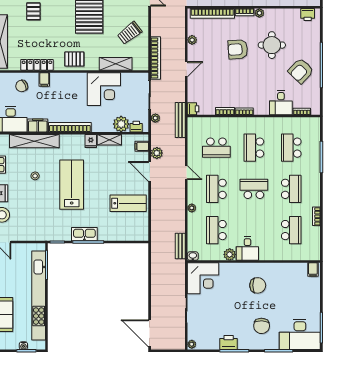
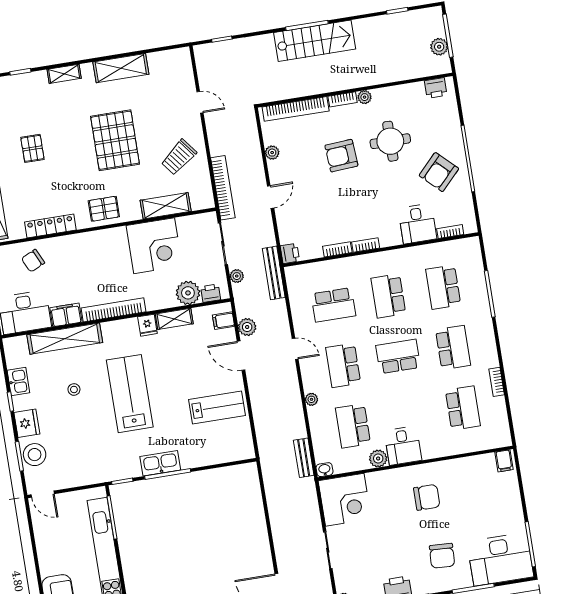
filing cabinet: (44, 79) -> (64, 246), removed

